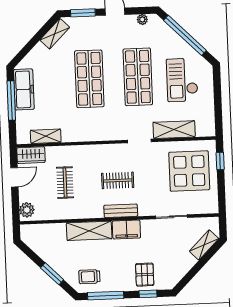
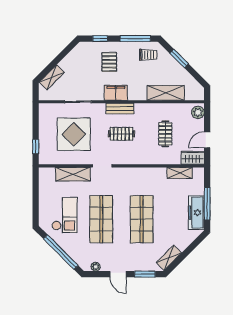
display table: (189, 171) -> (74, 134), moved
shelving: (89, 231) -> (166, 93), moved
pallet: (145, 275) -> (109, 62), moved

